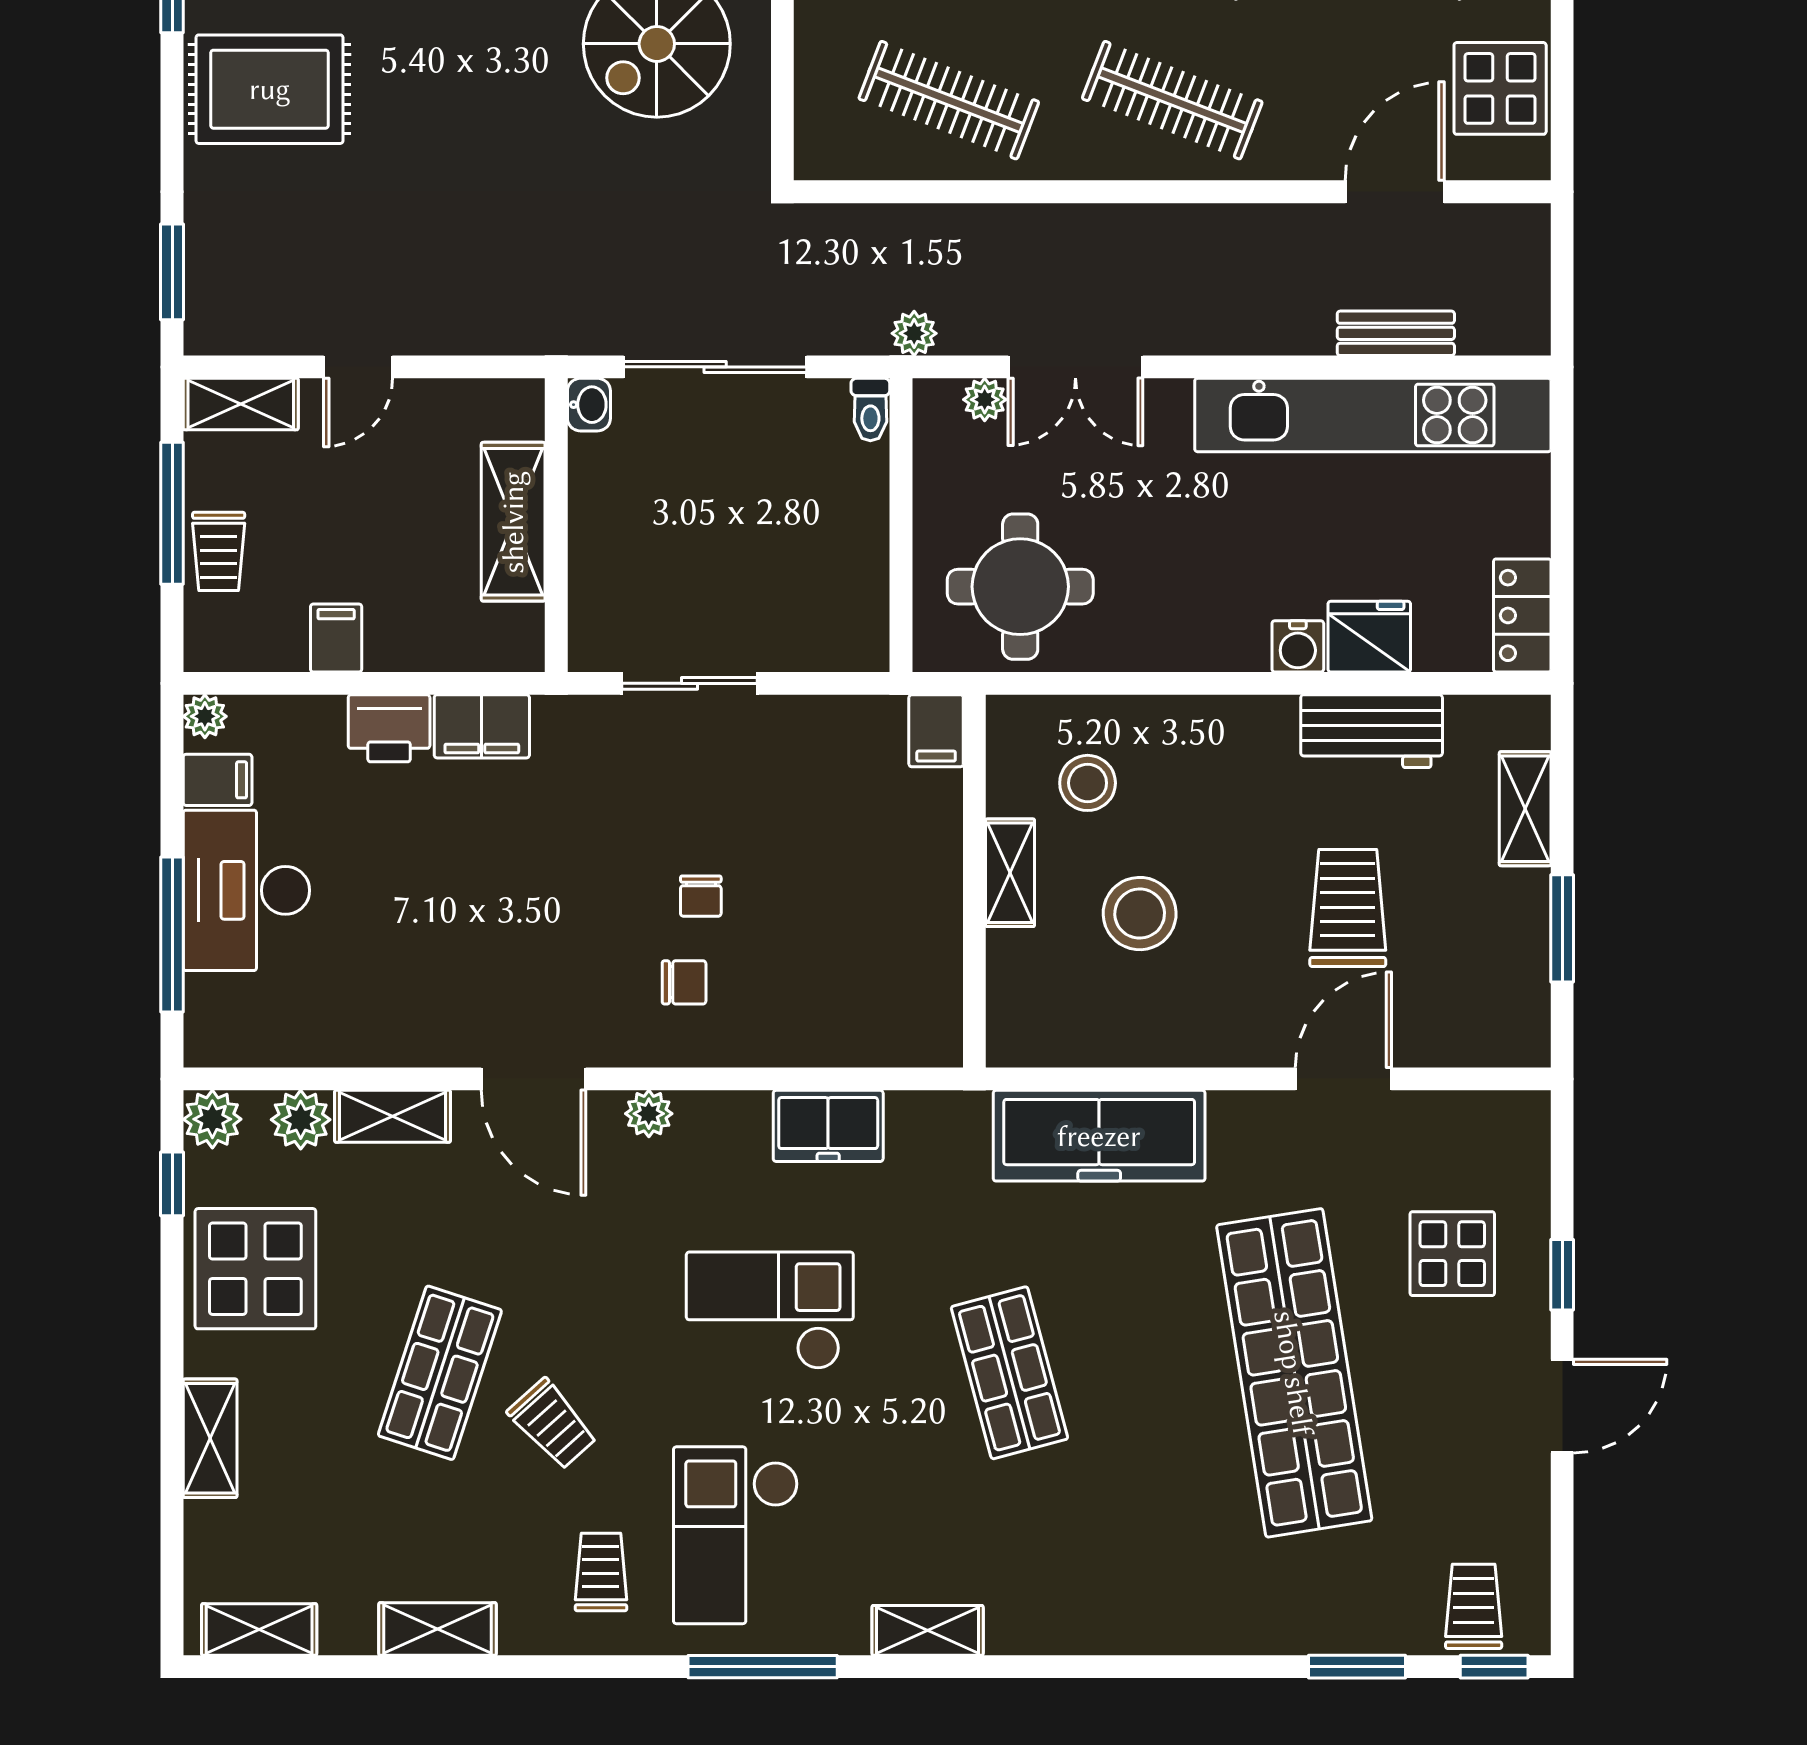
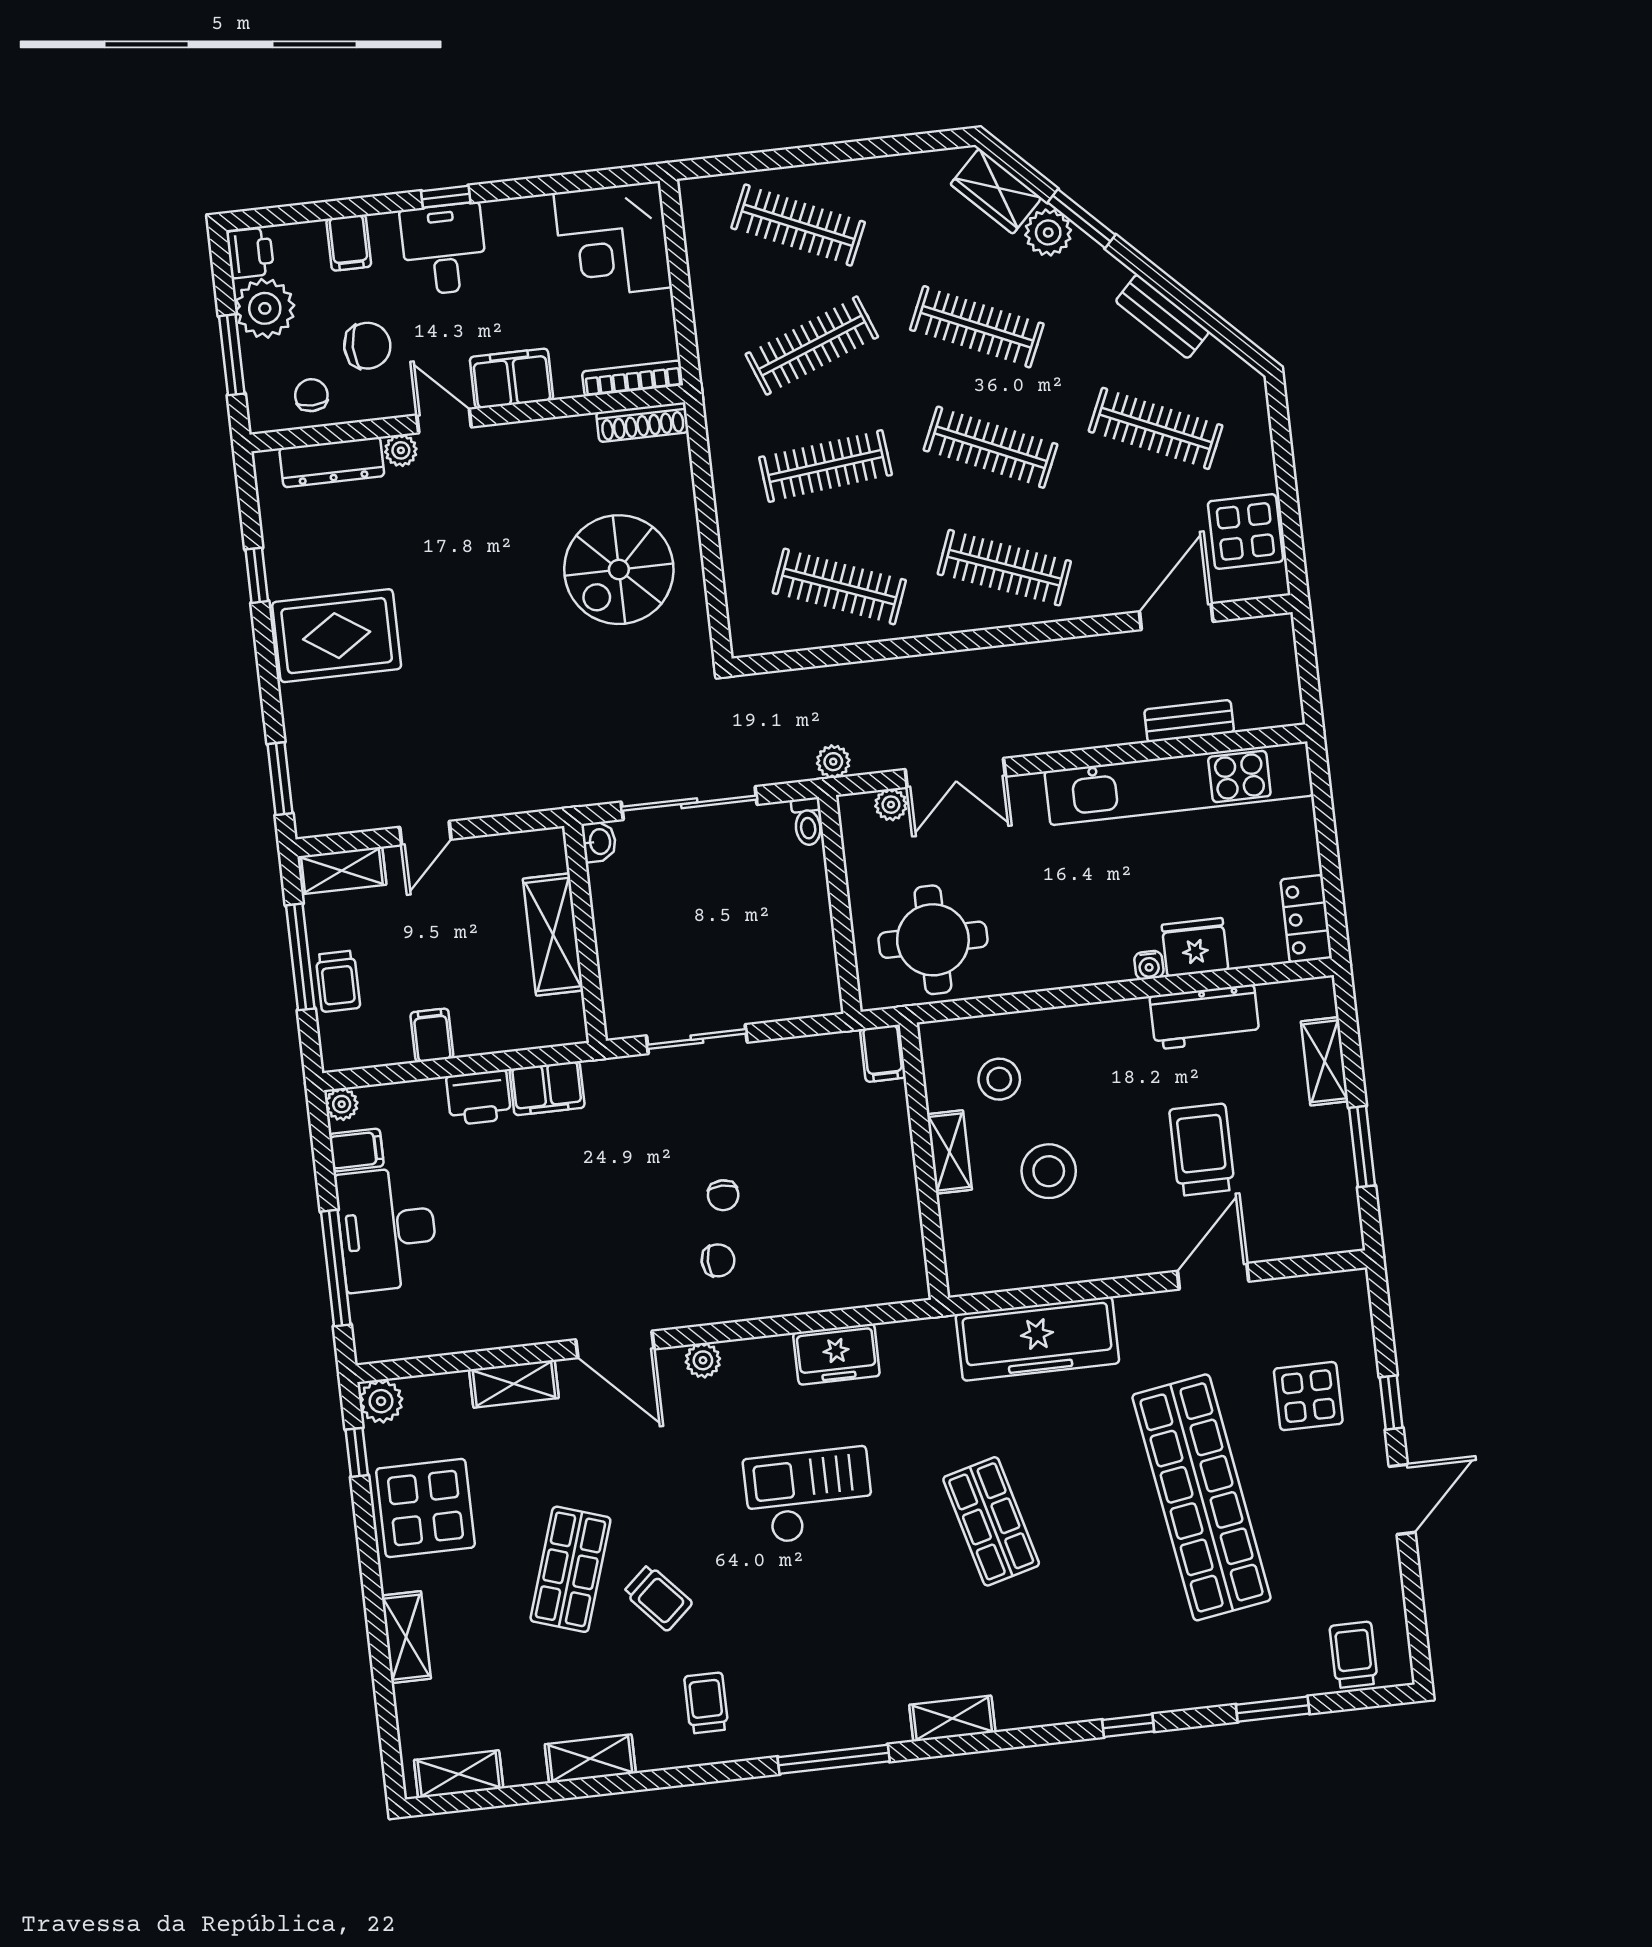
water cooler: (1298, 646) -> (1149, 965), width x0.72, depth x0.72
plant: (301, 1120) -> (446, 1394), removed
checkout: (736, 1535) -> (803, 1664), removed
window: (1494, 1667) -> (1128, 1726), moved

